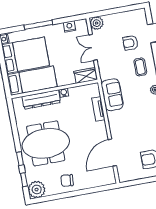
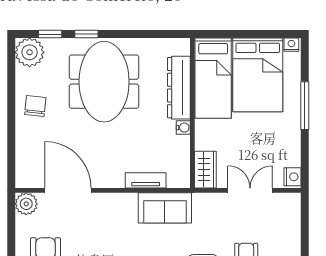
plant: (97, 23) -> (26, 204), moved
nightstand: (69, 26) -> (292, 177), moved

